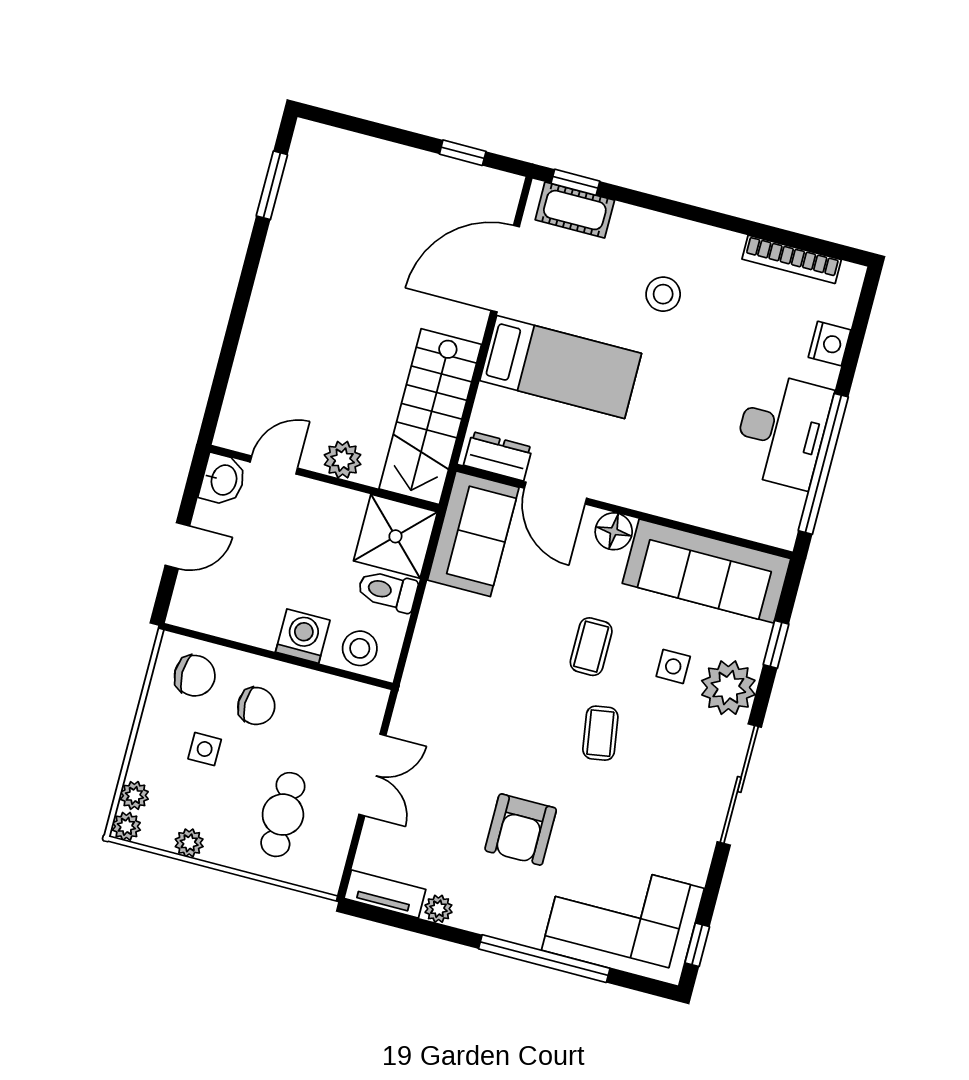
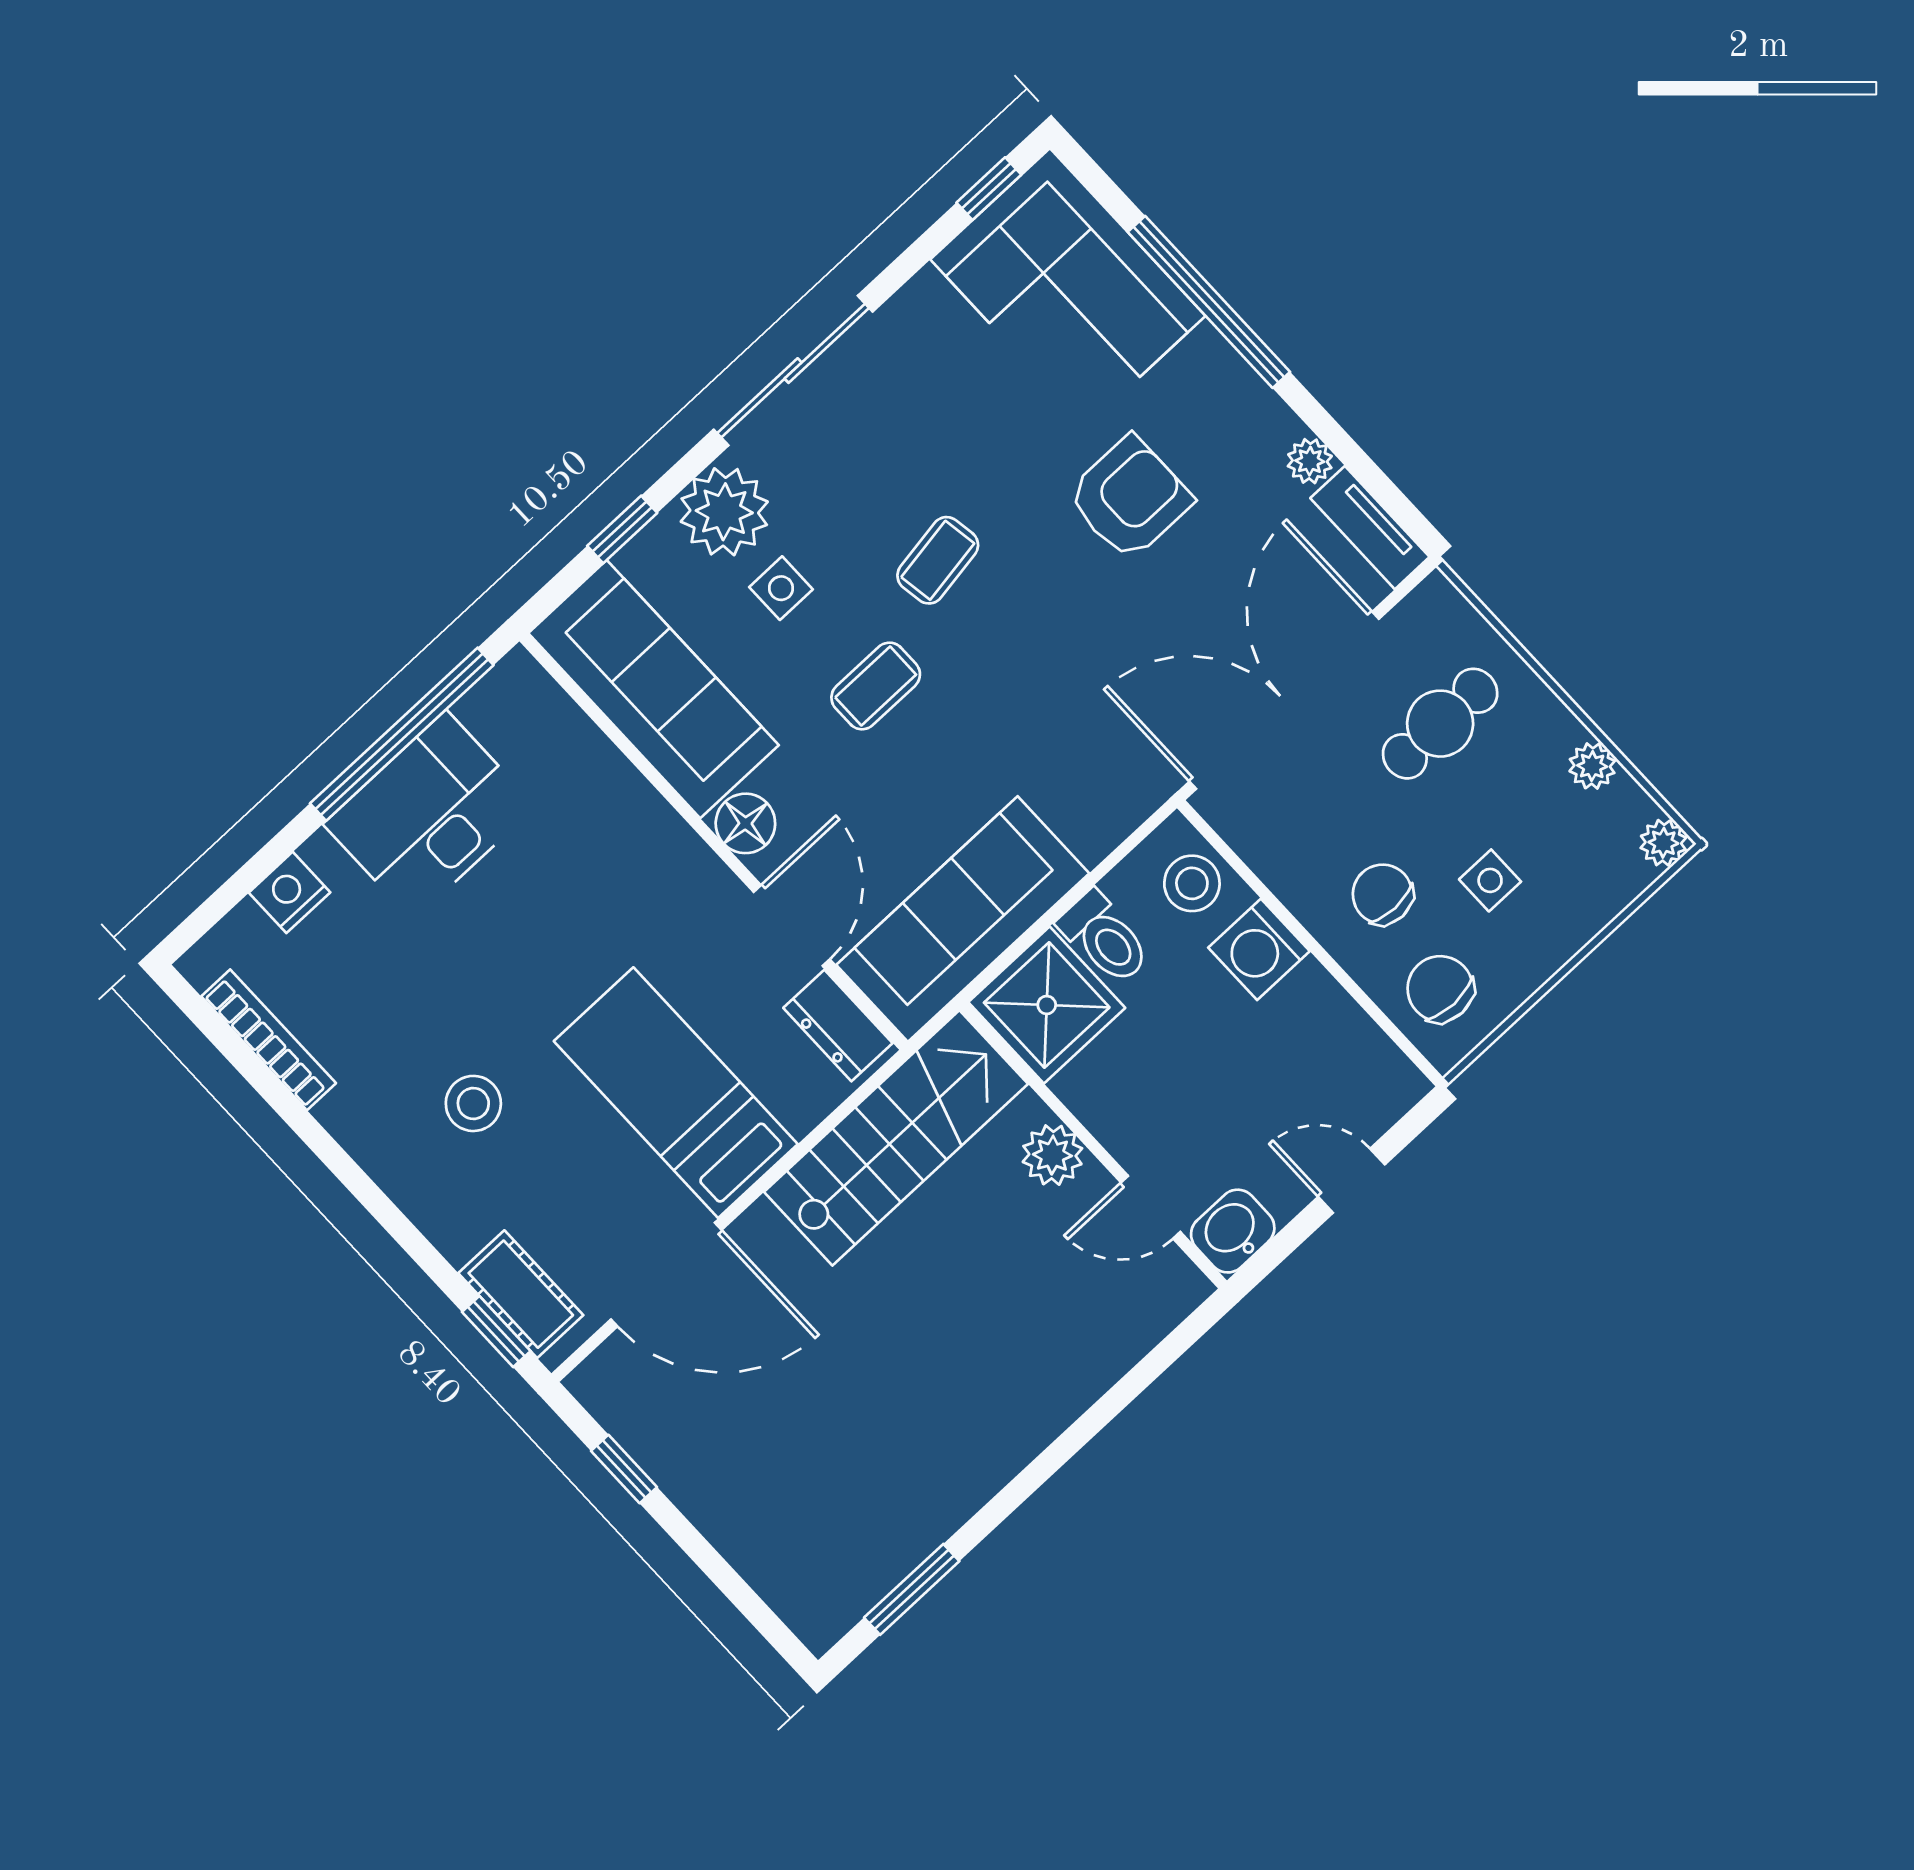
sofa: (473, 534) -> (963, 919), width x1.36
double door: (372, 775) -> (1284, 700), width x1.87
plant: (134, 795) -> (1626, 878), removed

